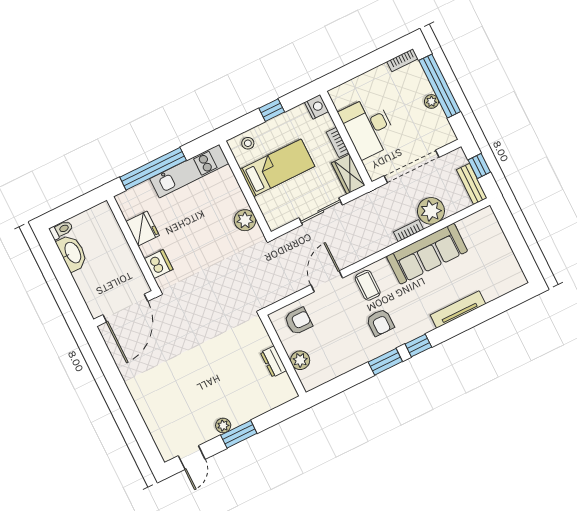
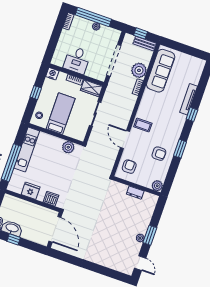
desk: (368, 127) -> (77, 60), width x0.73
sofa: (427, 254) -> (161, 71), moved
window: (60, 269) -> (14, 239), added
armchair: (380, 322) -> (159, 154), moved
window: (418, 346) -> (192, 114), moved
plant: (300, 360) -> (157, 186), moved

